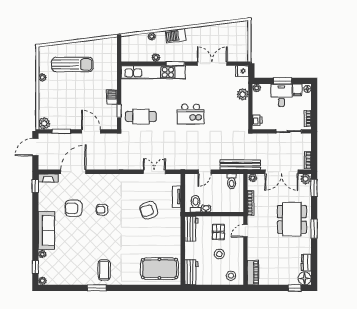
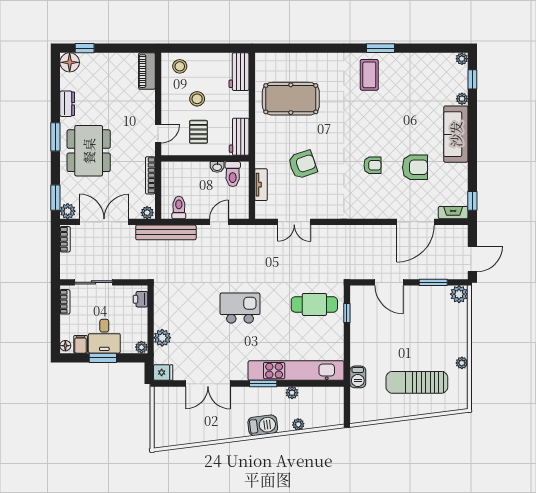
barbecue: (112, 97) -> (358, 377), moved
dresser: (306, 263) -> (67, 104), moved
pool table: (159, 269) -> (291, 99), moved

